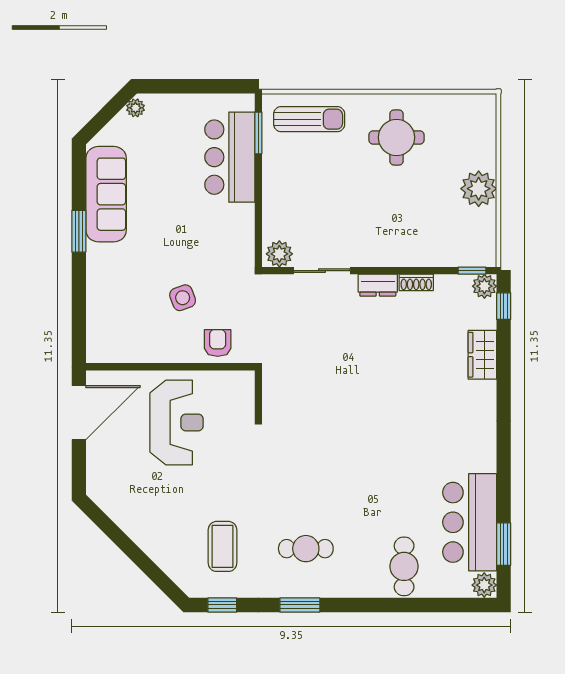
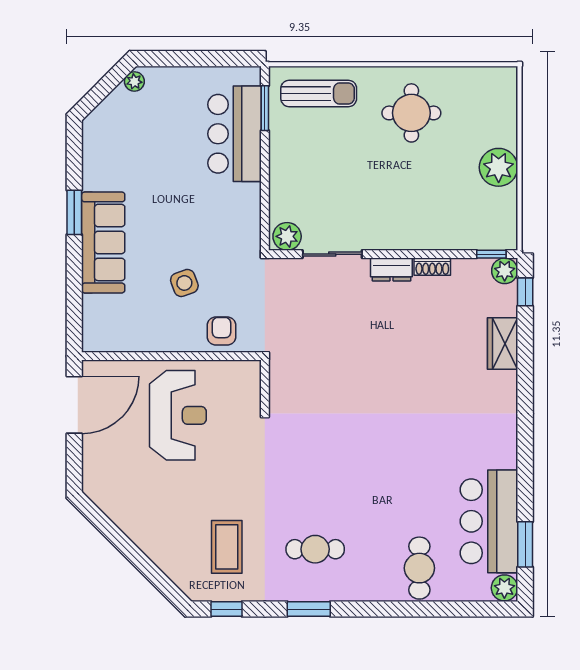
sofa: (106, 194) -> (103, 242), moved

